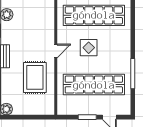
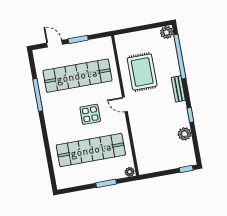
door: (56, 51) -> (125, 104), hinge flipped

